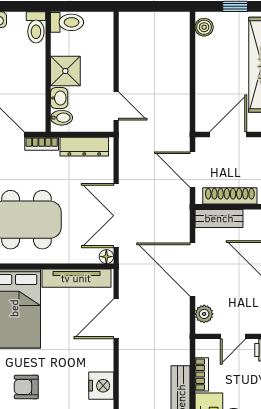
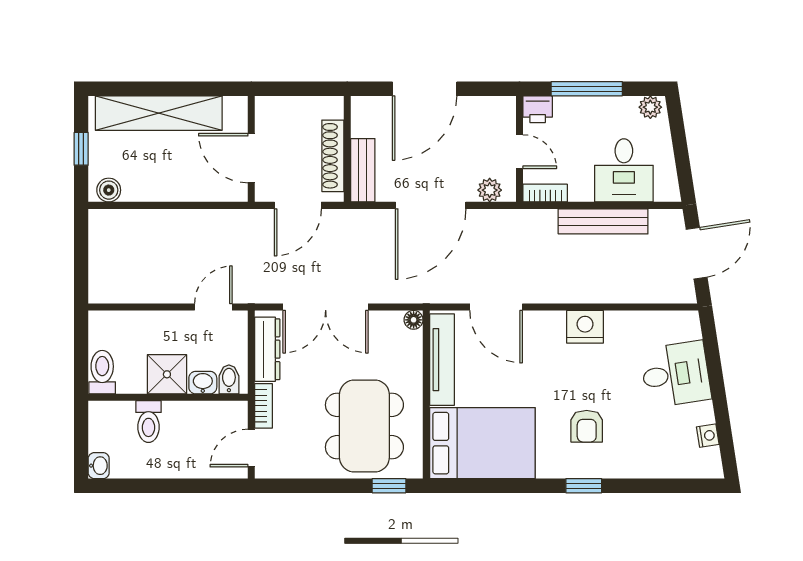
toilet: (36, 27) -> (149, 422), moved, turned 90
double door: (116, 216) -> (326, 307), moved
bookcase: (202, 374) -> (545, 193), moved

